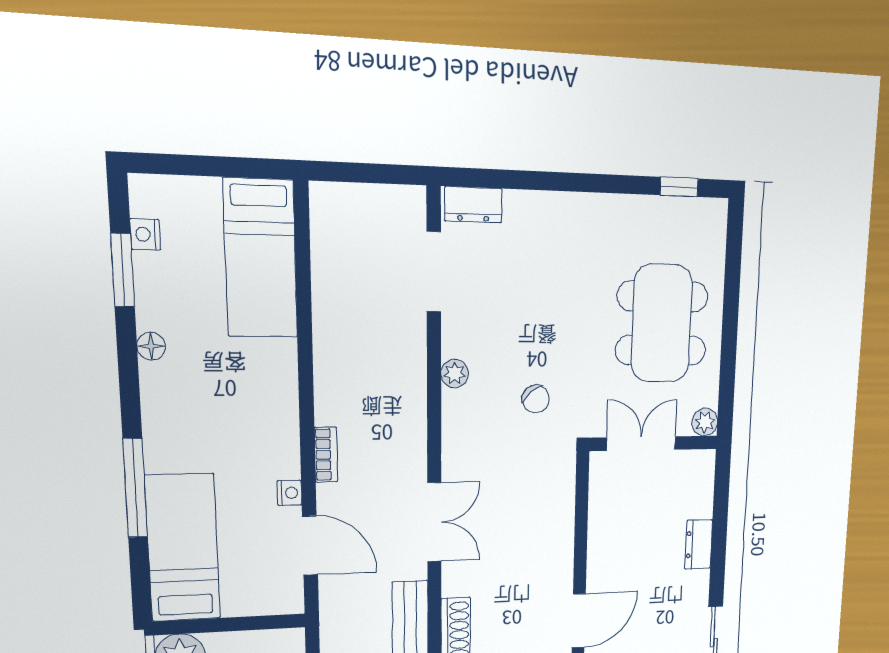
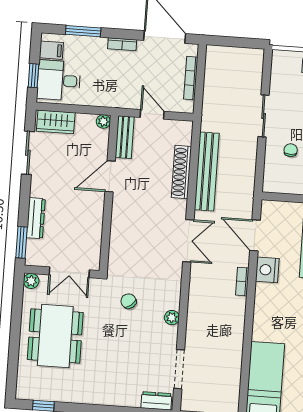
window: (722, 489) -> (22, 242), added
nightstand: (289, 493) -> (267, 270), width x1.89, depth x1.79
double door: (434, 522) -> (188, 241), swing flipped
dresser: (699, 544) -> (36, 218), width x1.44

